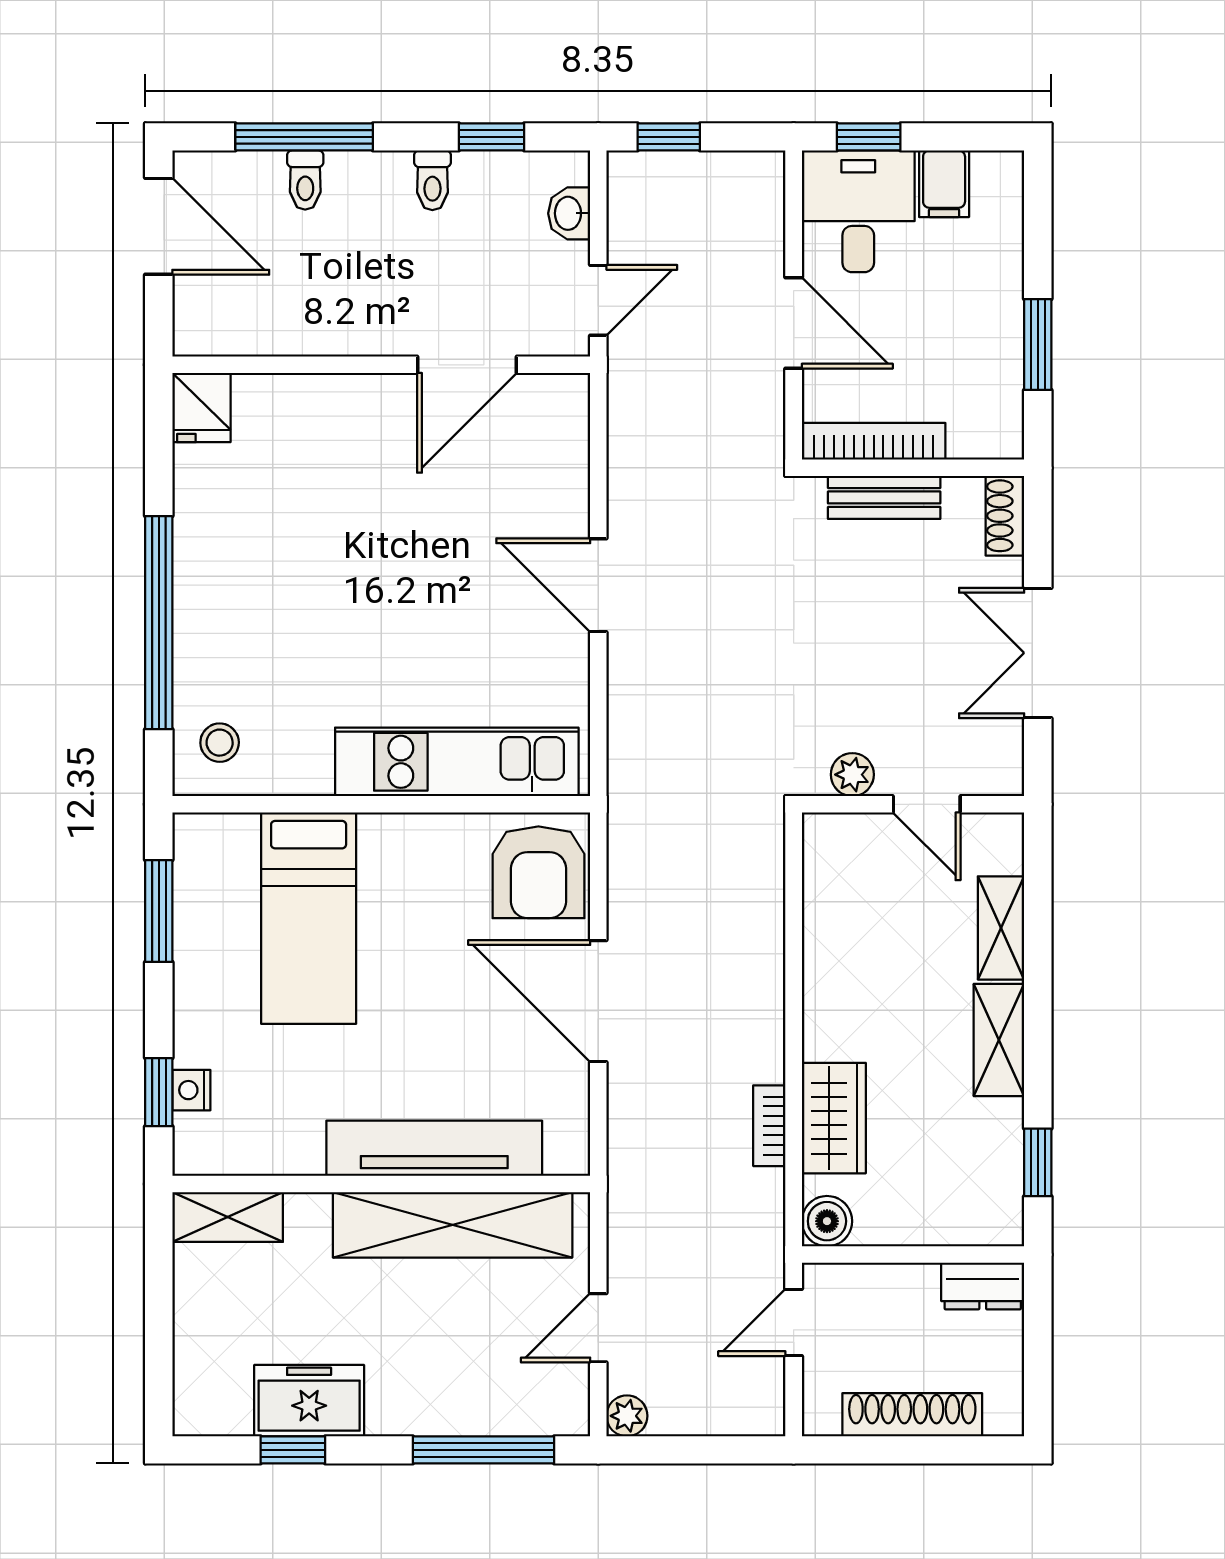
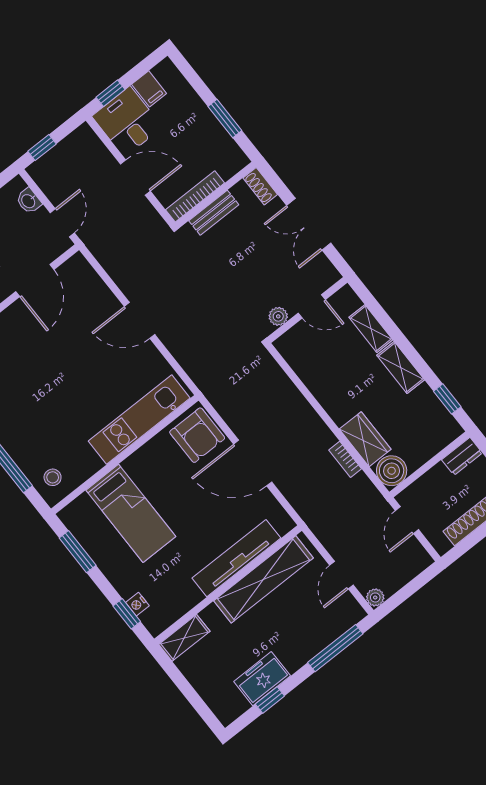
boiler: (827, 1221) -> (392, 471), width x1.36, depth x1.36

